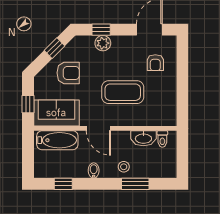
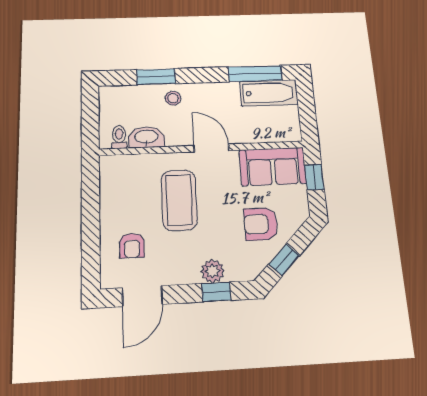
armchair: (155, 63) -> (132, 246), turned 180
coffee table: (123, 92) -> (179, 200), turned 90
bathtub: (57, 140) -> (269, 93), moved, turned 180
bidet: (94, 170) -> (215, 92), removed
window: (63, 184) -> (255, 74), width x2.17

